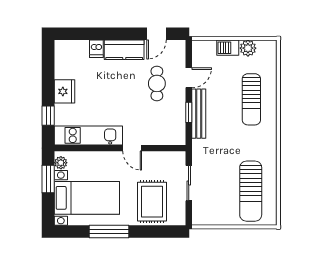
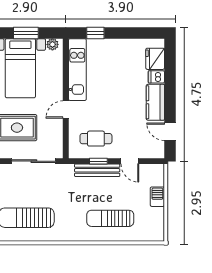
plant: (248, 48) -> (157, 215), removed
cafe table: (157, 83) -> (96, 139), moved
fridge: (64, 91) -> (155, 59), moved, turned 90
window: (48, 179) -> (26, 33), moved
sliding door: (189, 183) -> (34, 161), width x1.37

